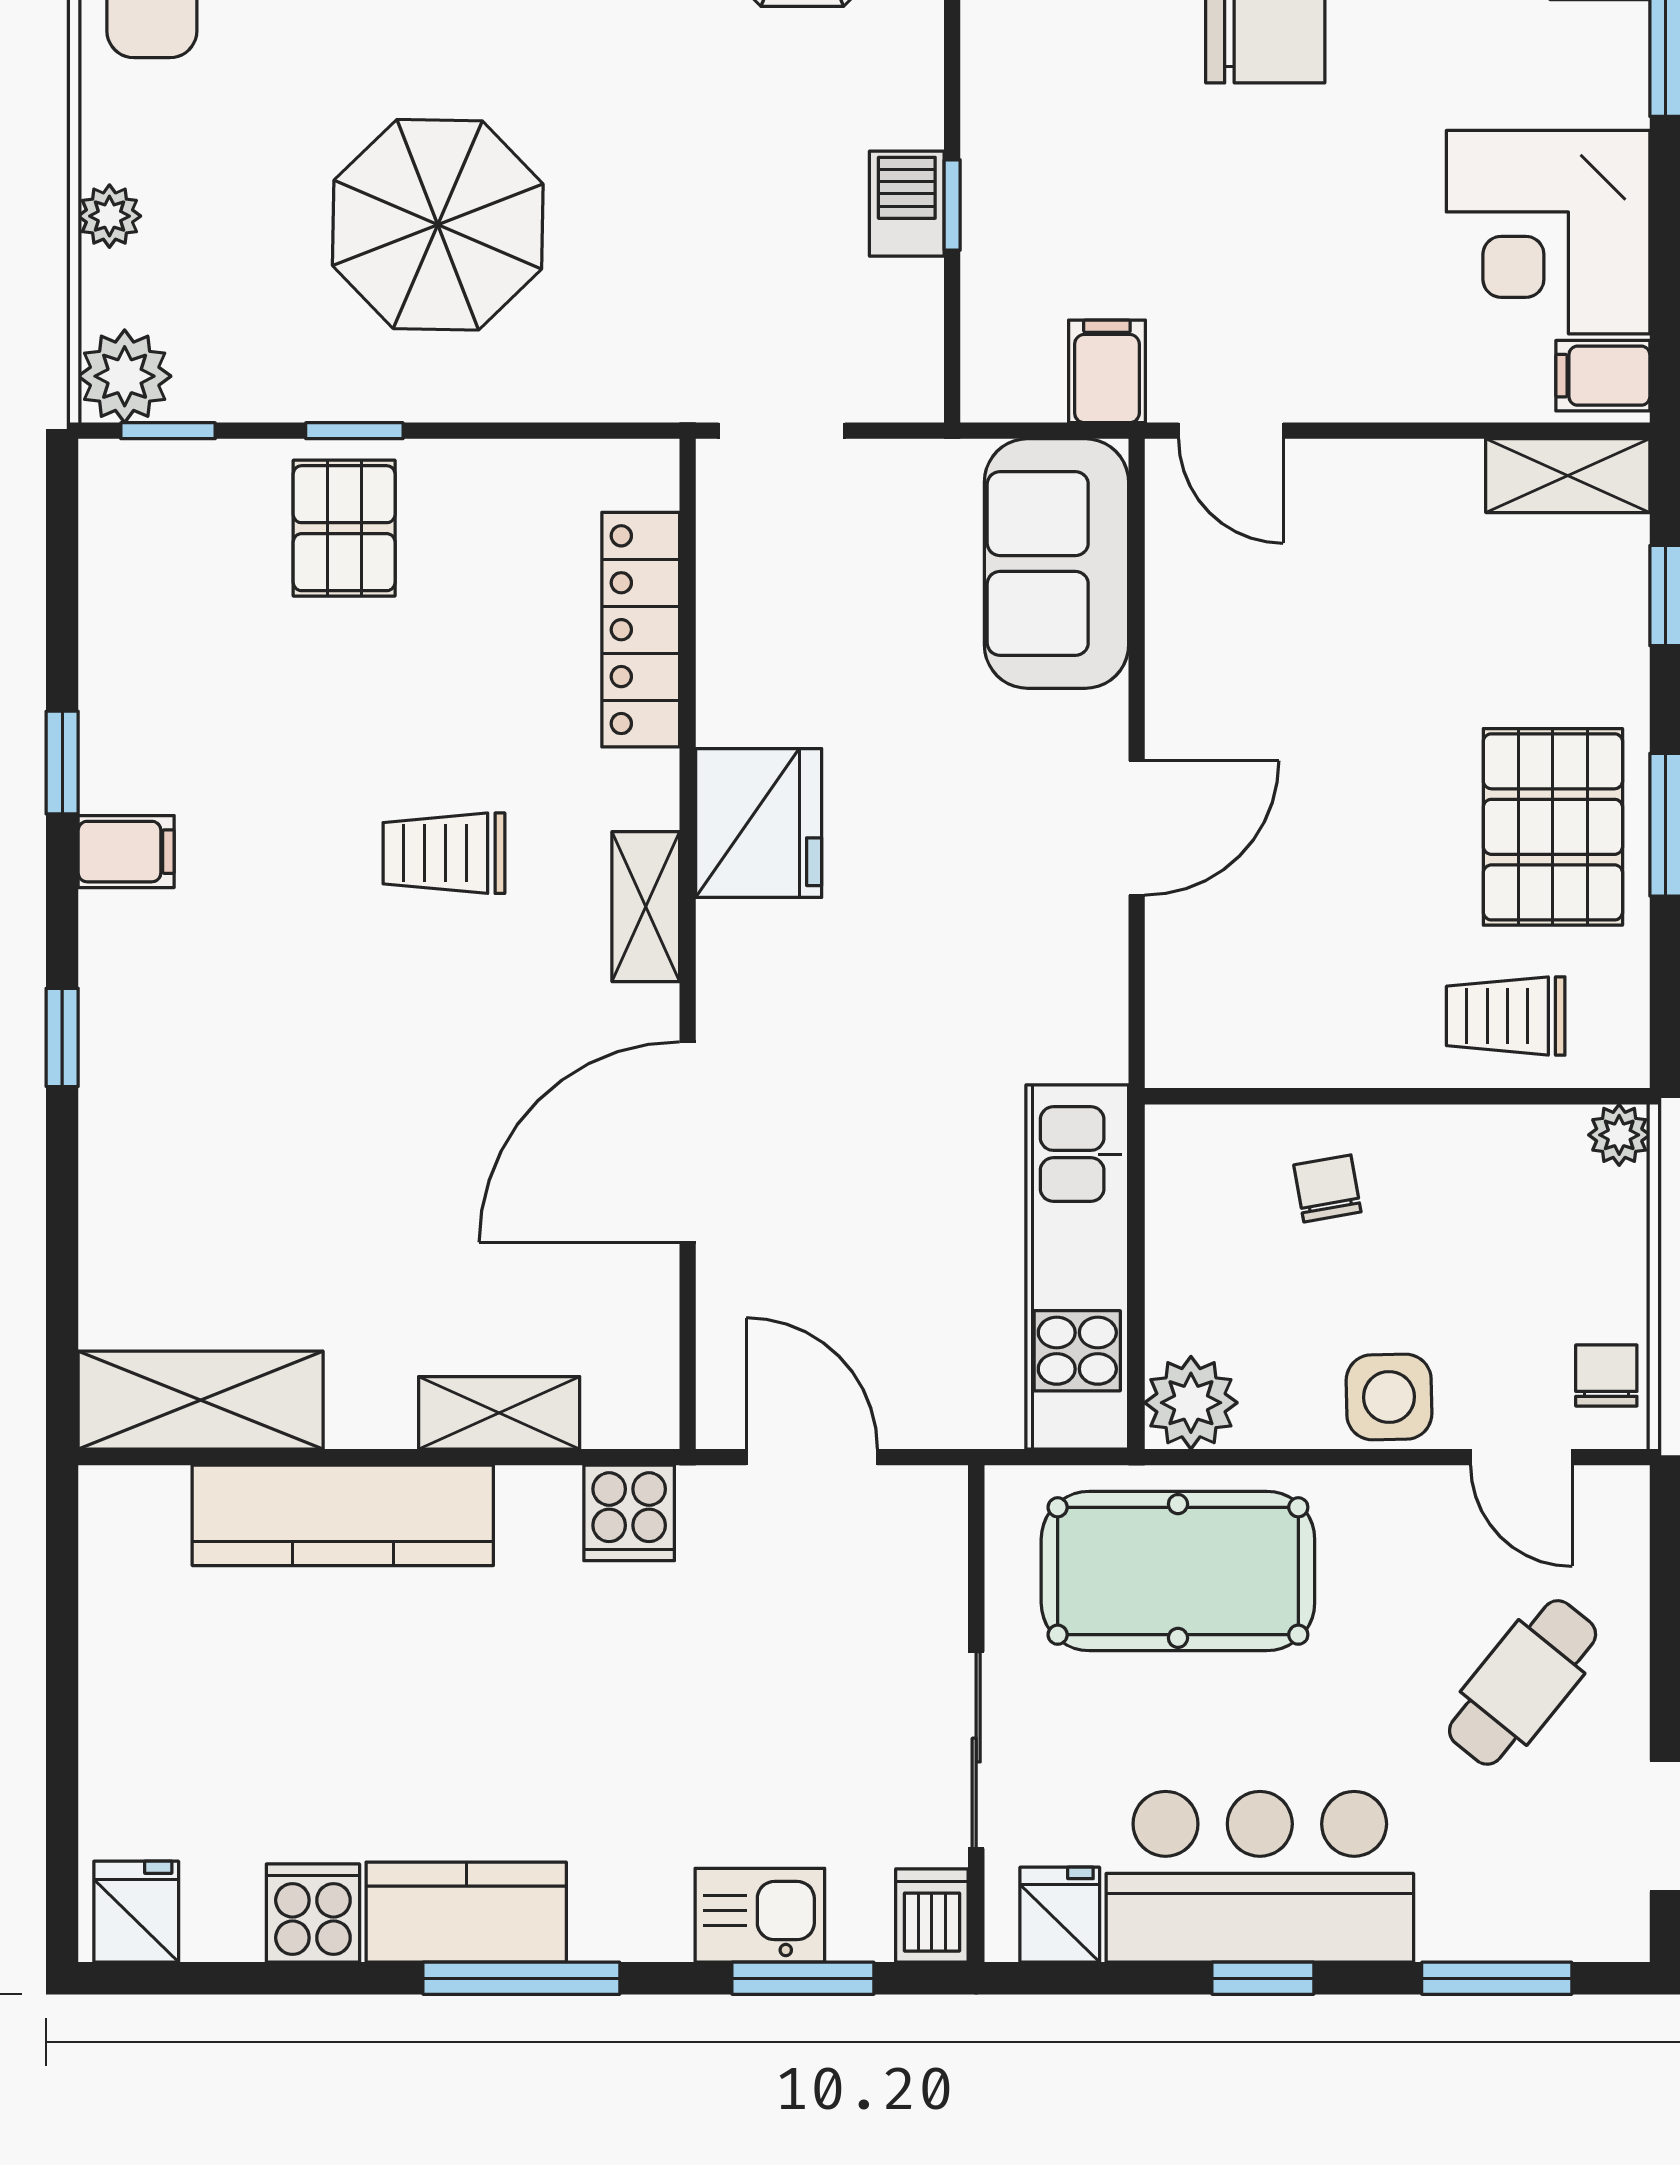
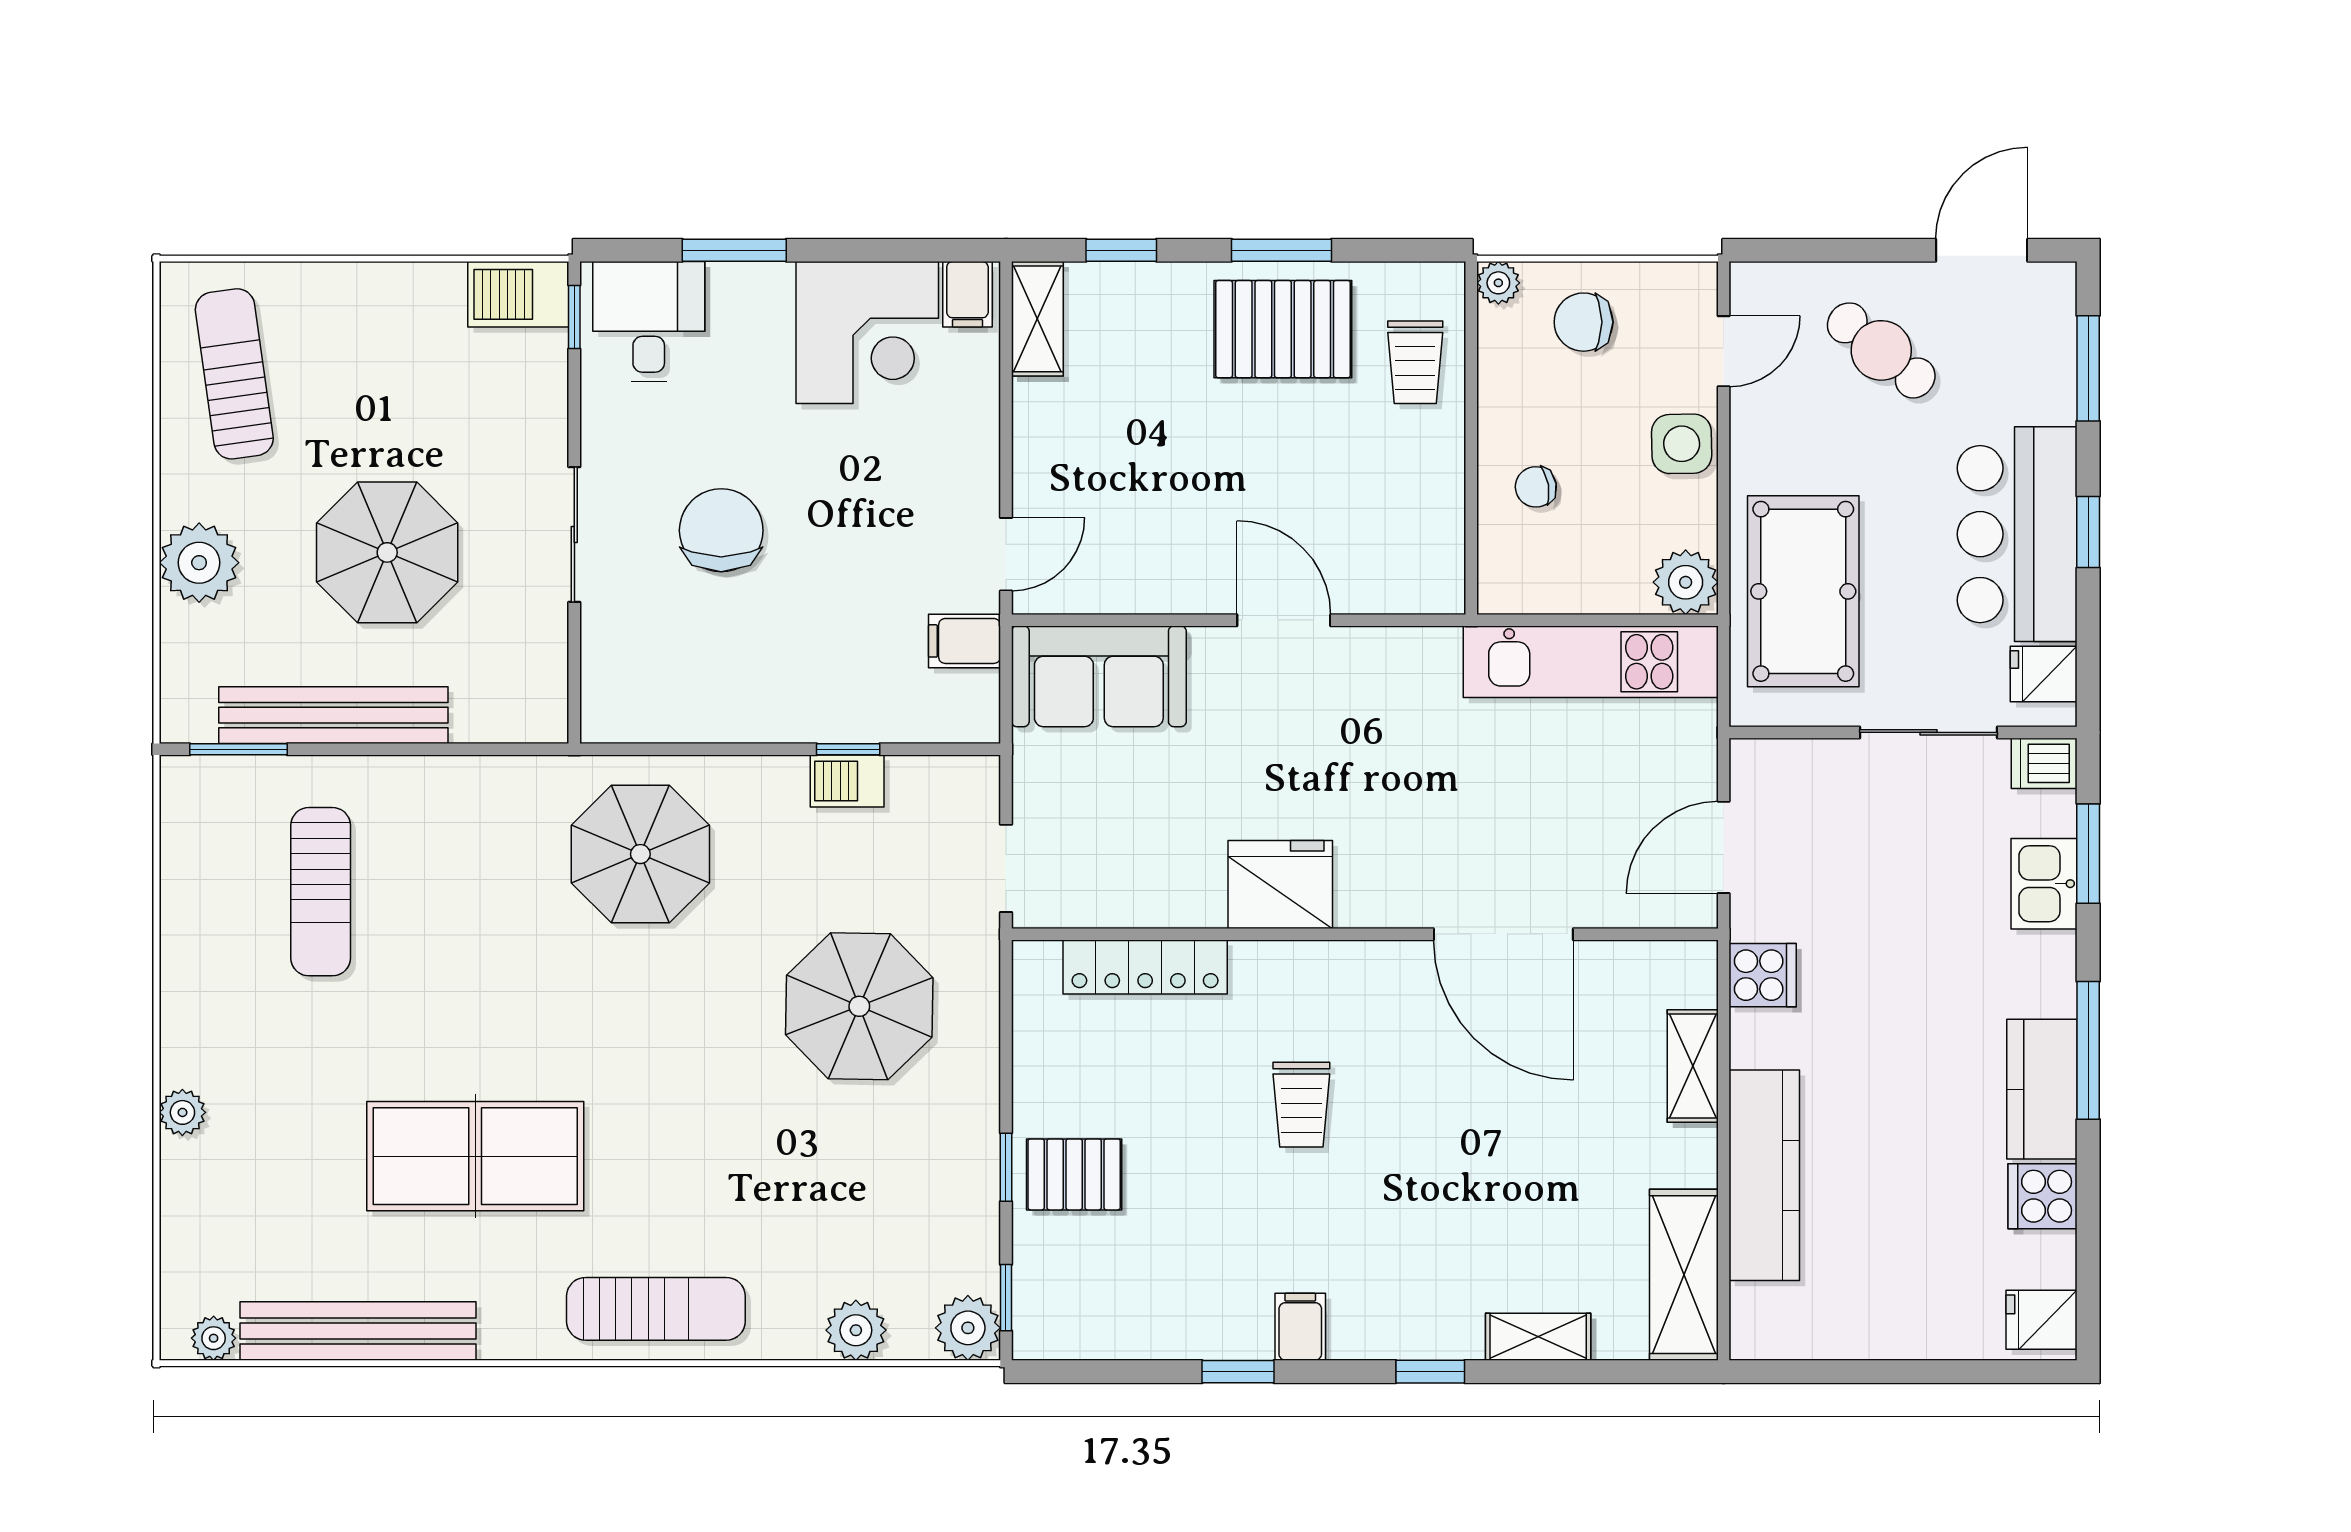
plant: (109, 216) -> (856, 1330), width x1.38, depth x1.38
parasol: (438, 225) -> (859, 1006), moved
shelving: (646, 907) -> (1538, 1337), moved
chair: (1606, 1375) -> (1584, 322), moved, width x1.37, depth x1.37

